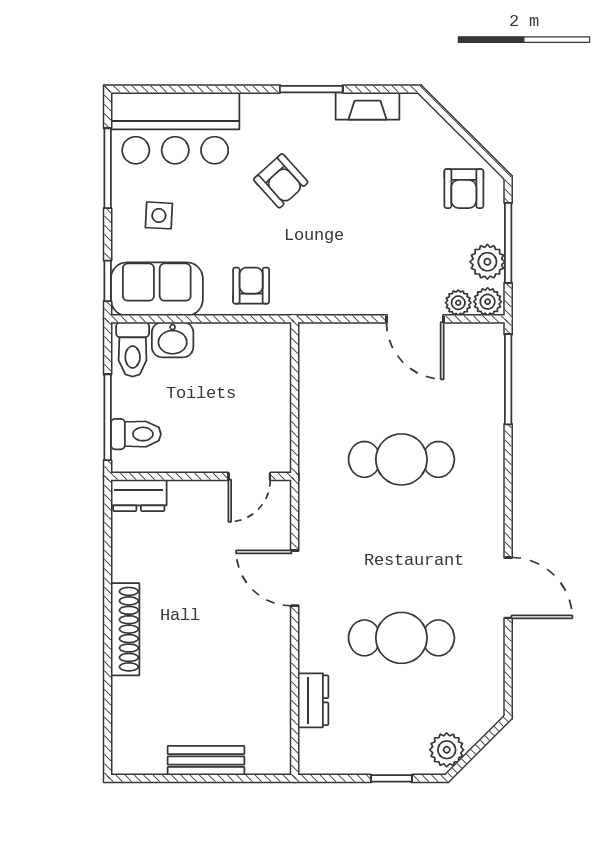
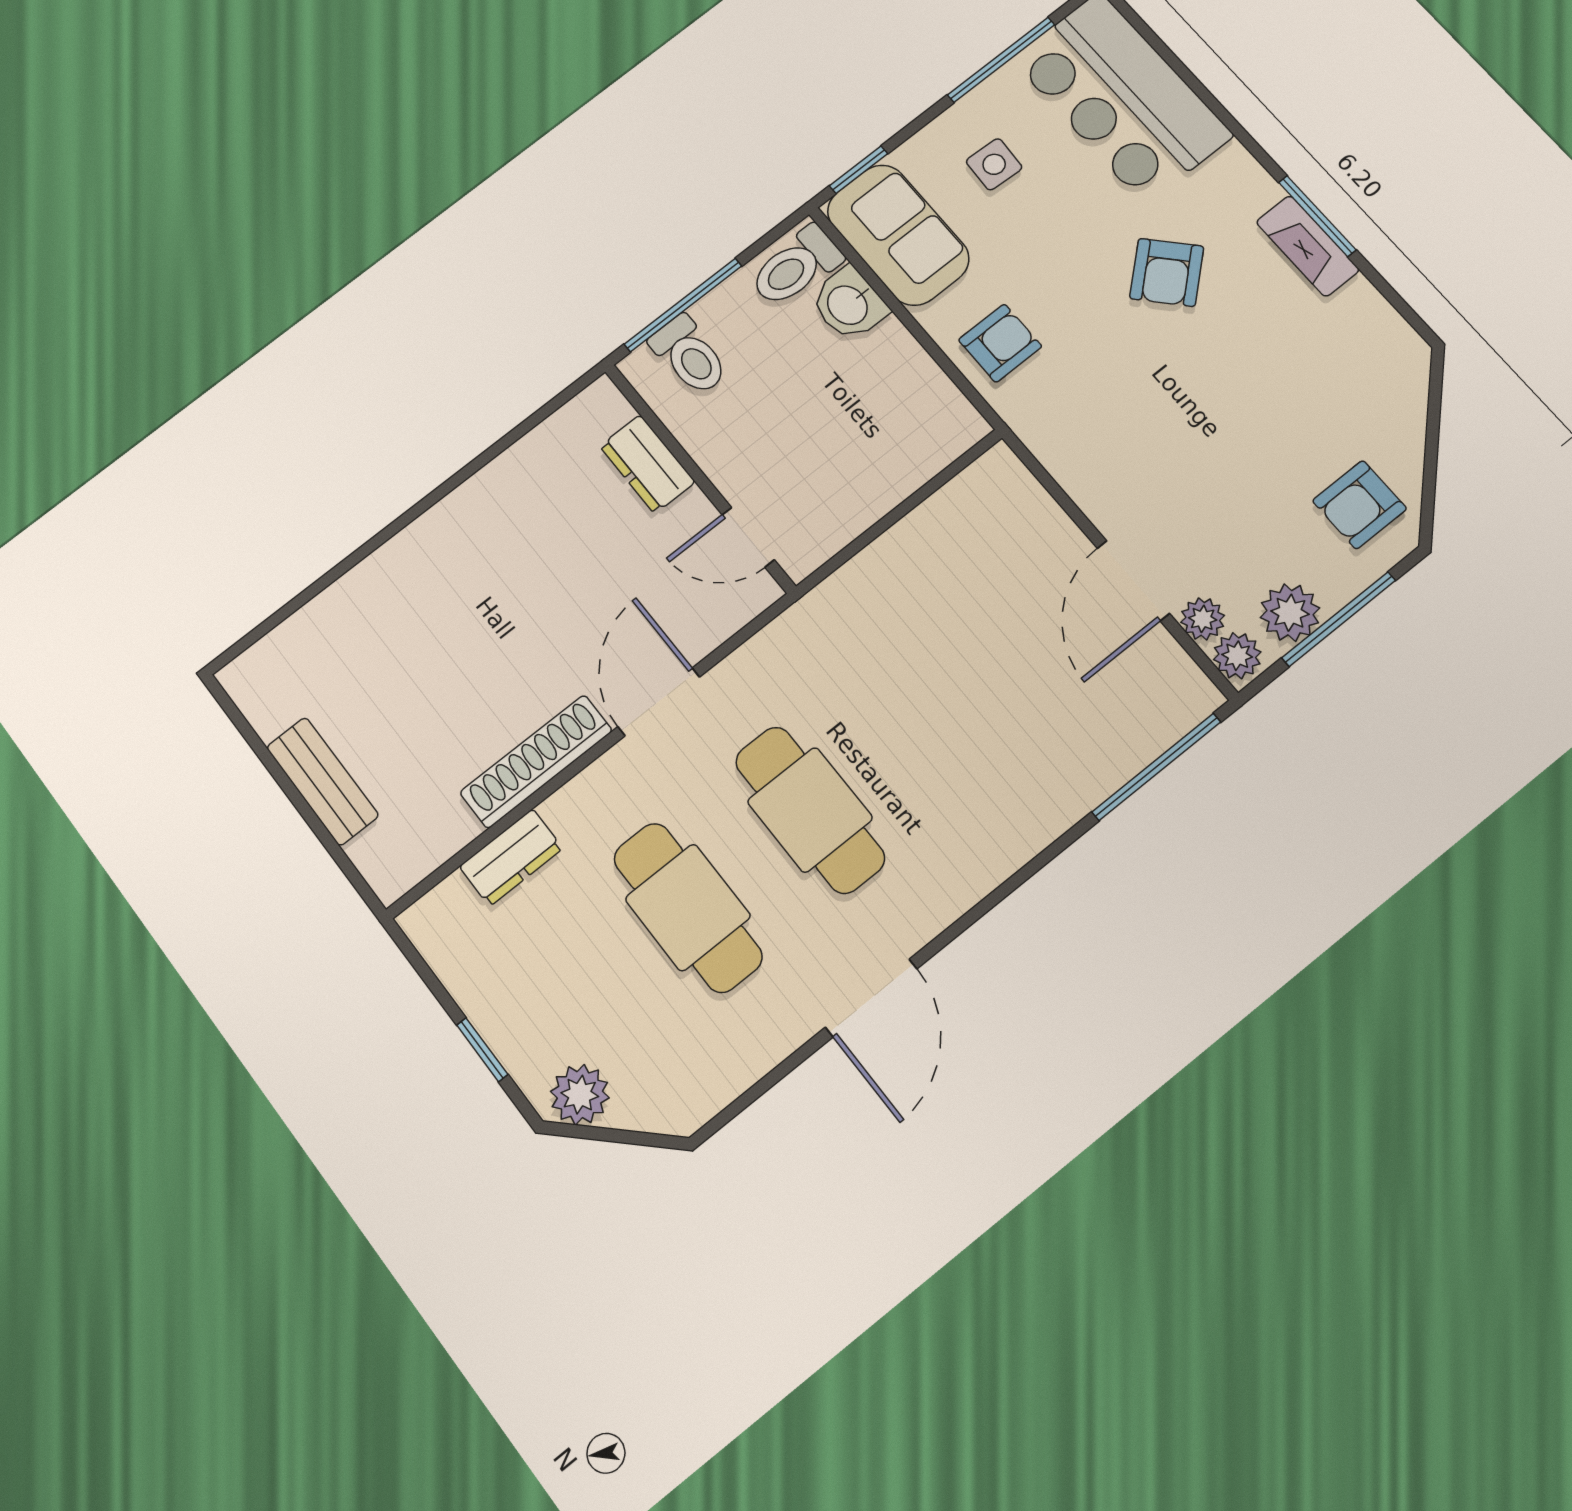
fireplace: (367, 106) -> (1308, 246), moved
cafe table: (401, 459) -> (810, 810), moved
dresser: (139, 495) -> (647, 464), moved
shoe rack: (125, 629) -> (536, 762), moved, turned 180

